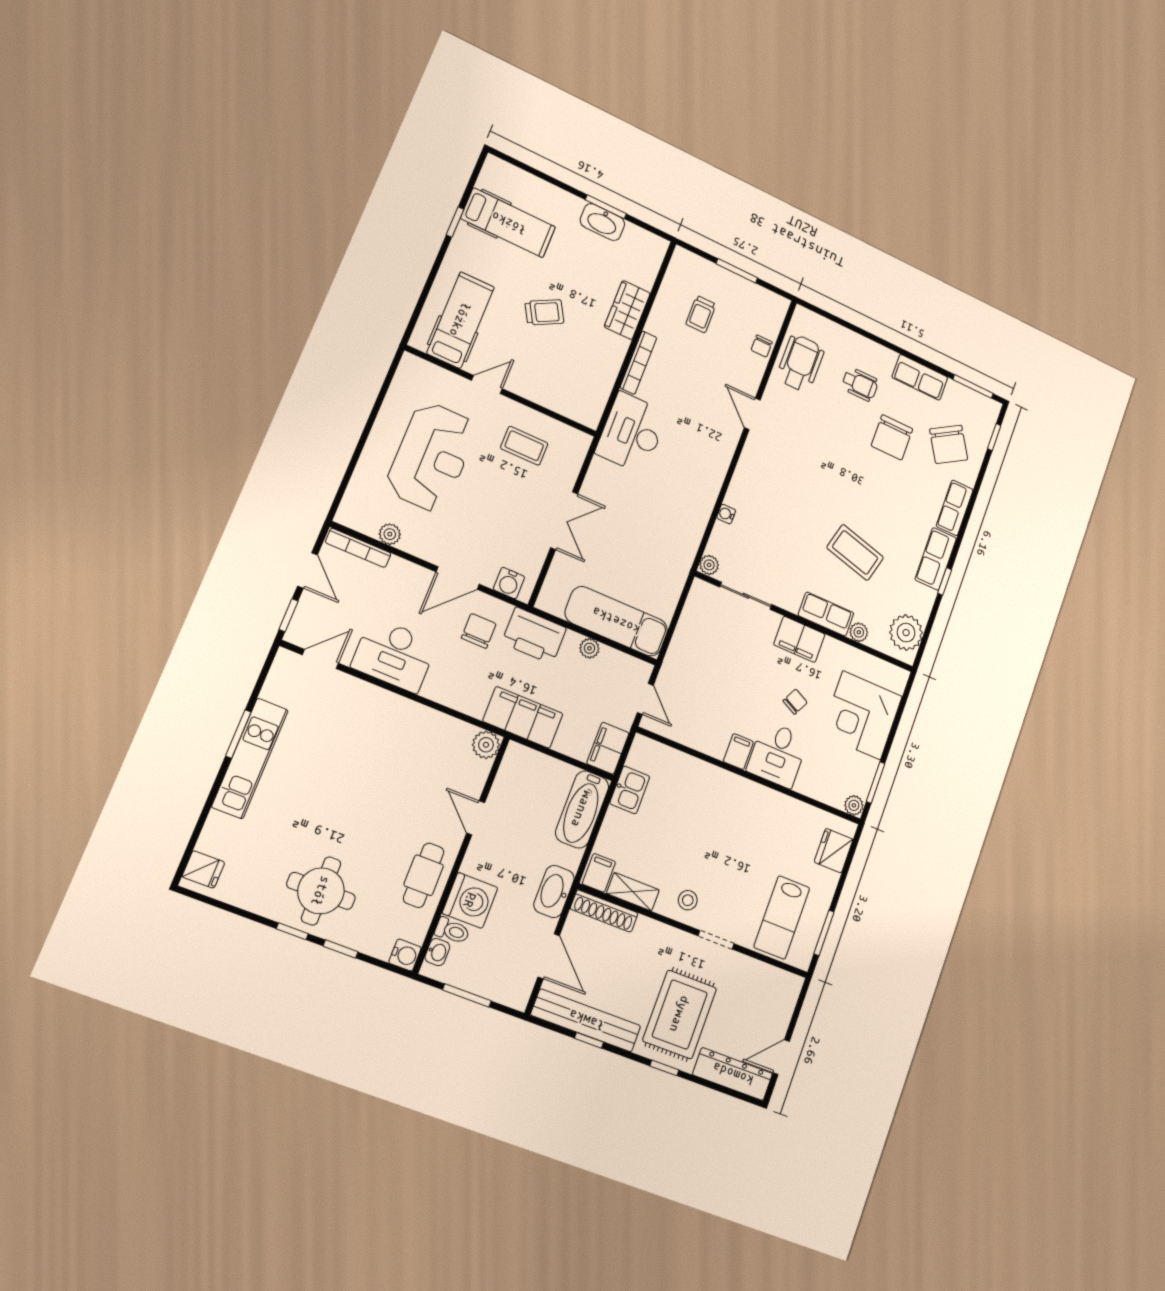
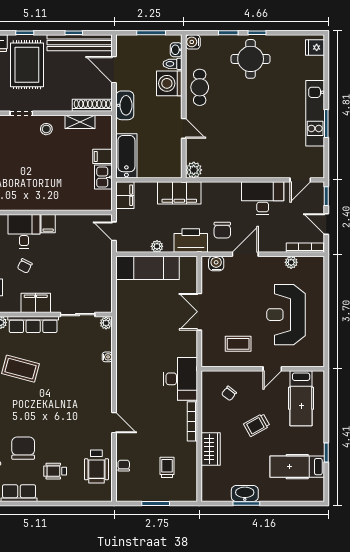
chair: (568, 378) -> (229, 393), added
row of seats: (826, 614) -> (33, 325), width x1.48
filing cabinet: (599, 873) -> (102, 156), moved, turned 90

